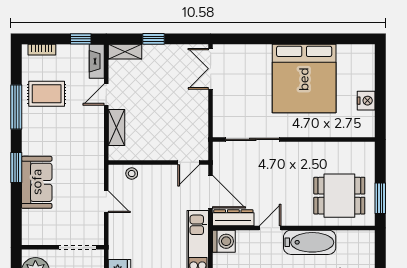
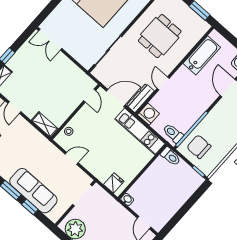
shelving: (116, 127) -> (45, 125), moved
sofa: (37, 182) -> (33, 191), width x1.36
dining table: (339, 196) -> (160, 36), moved
window: (16, 203) -> (30, 207), added
bathtub: (310, 242) -> (202, 55), moved

